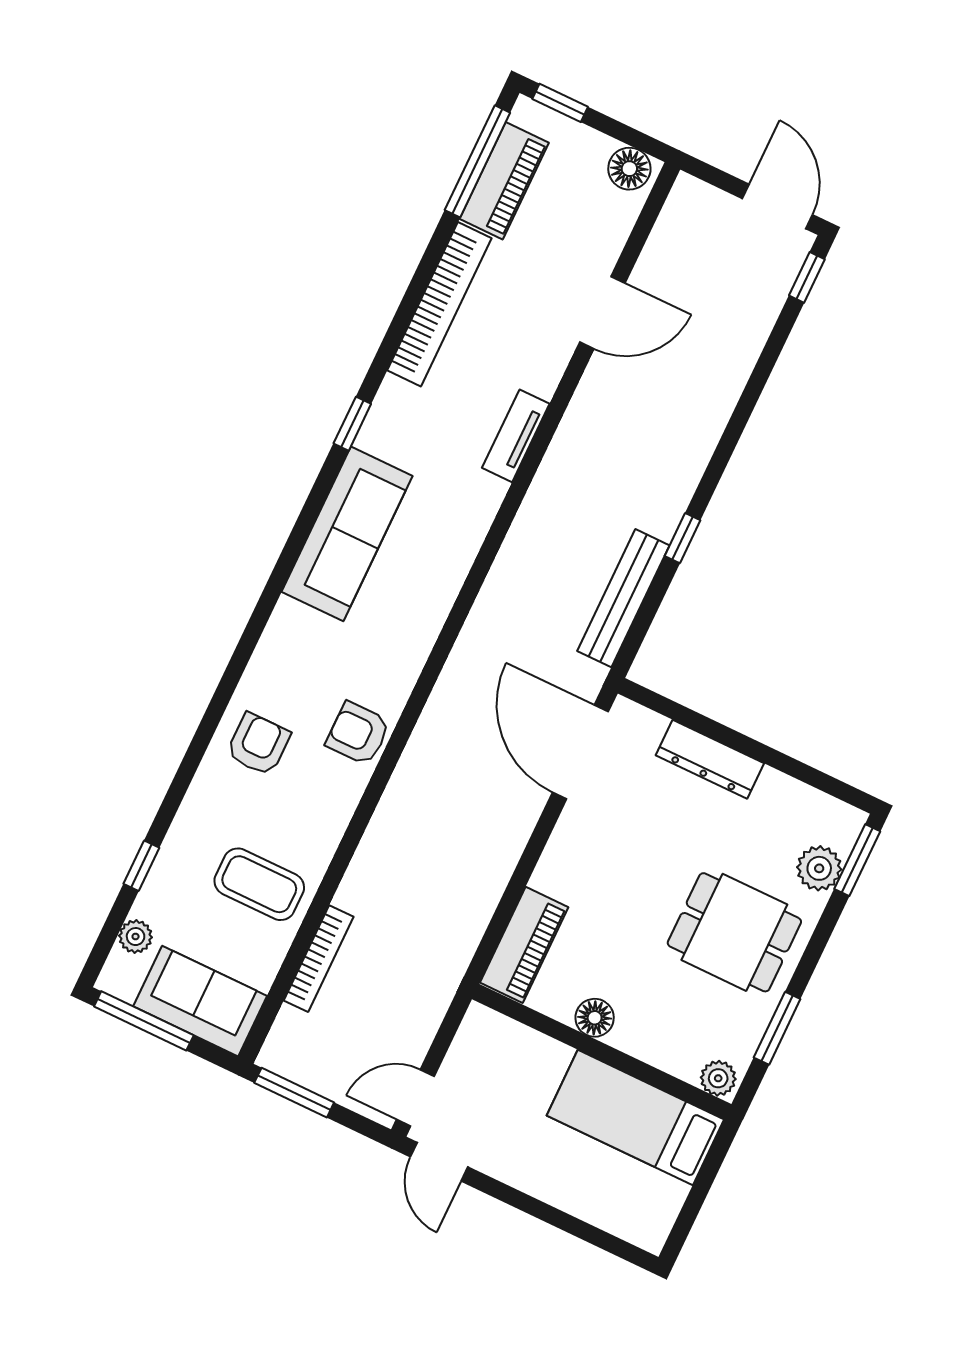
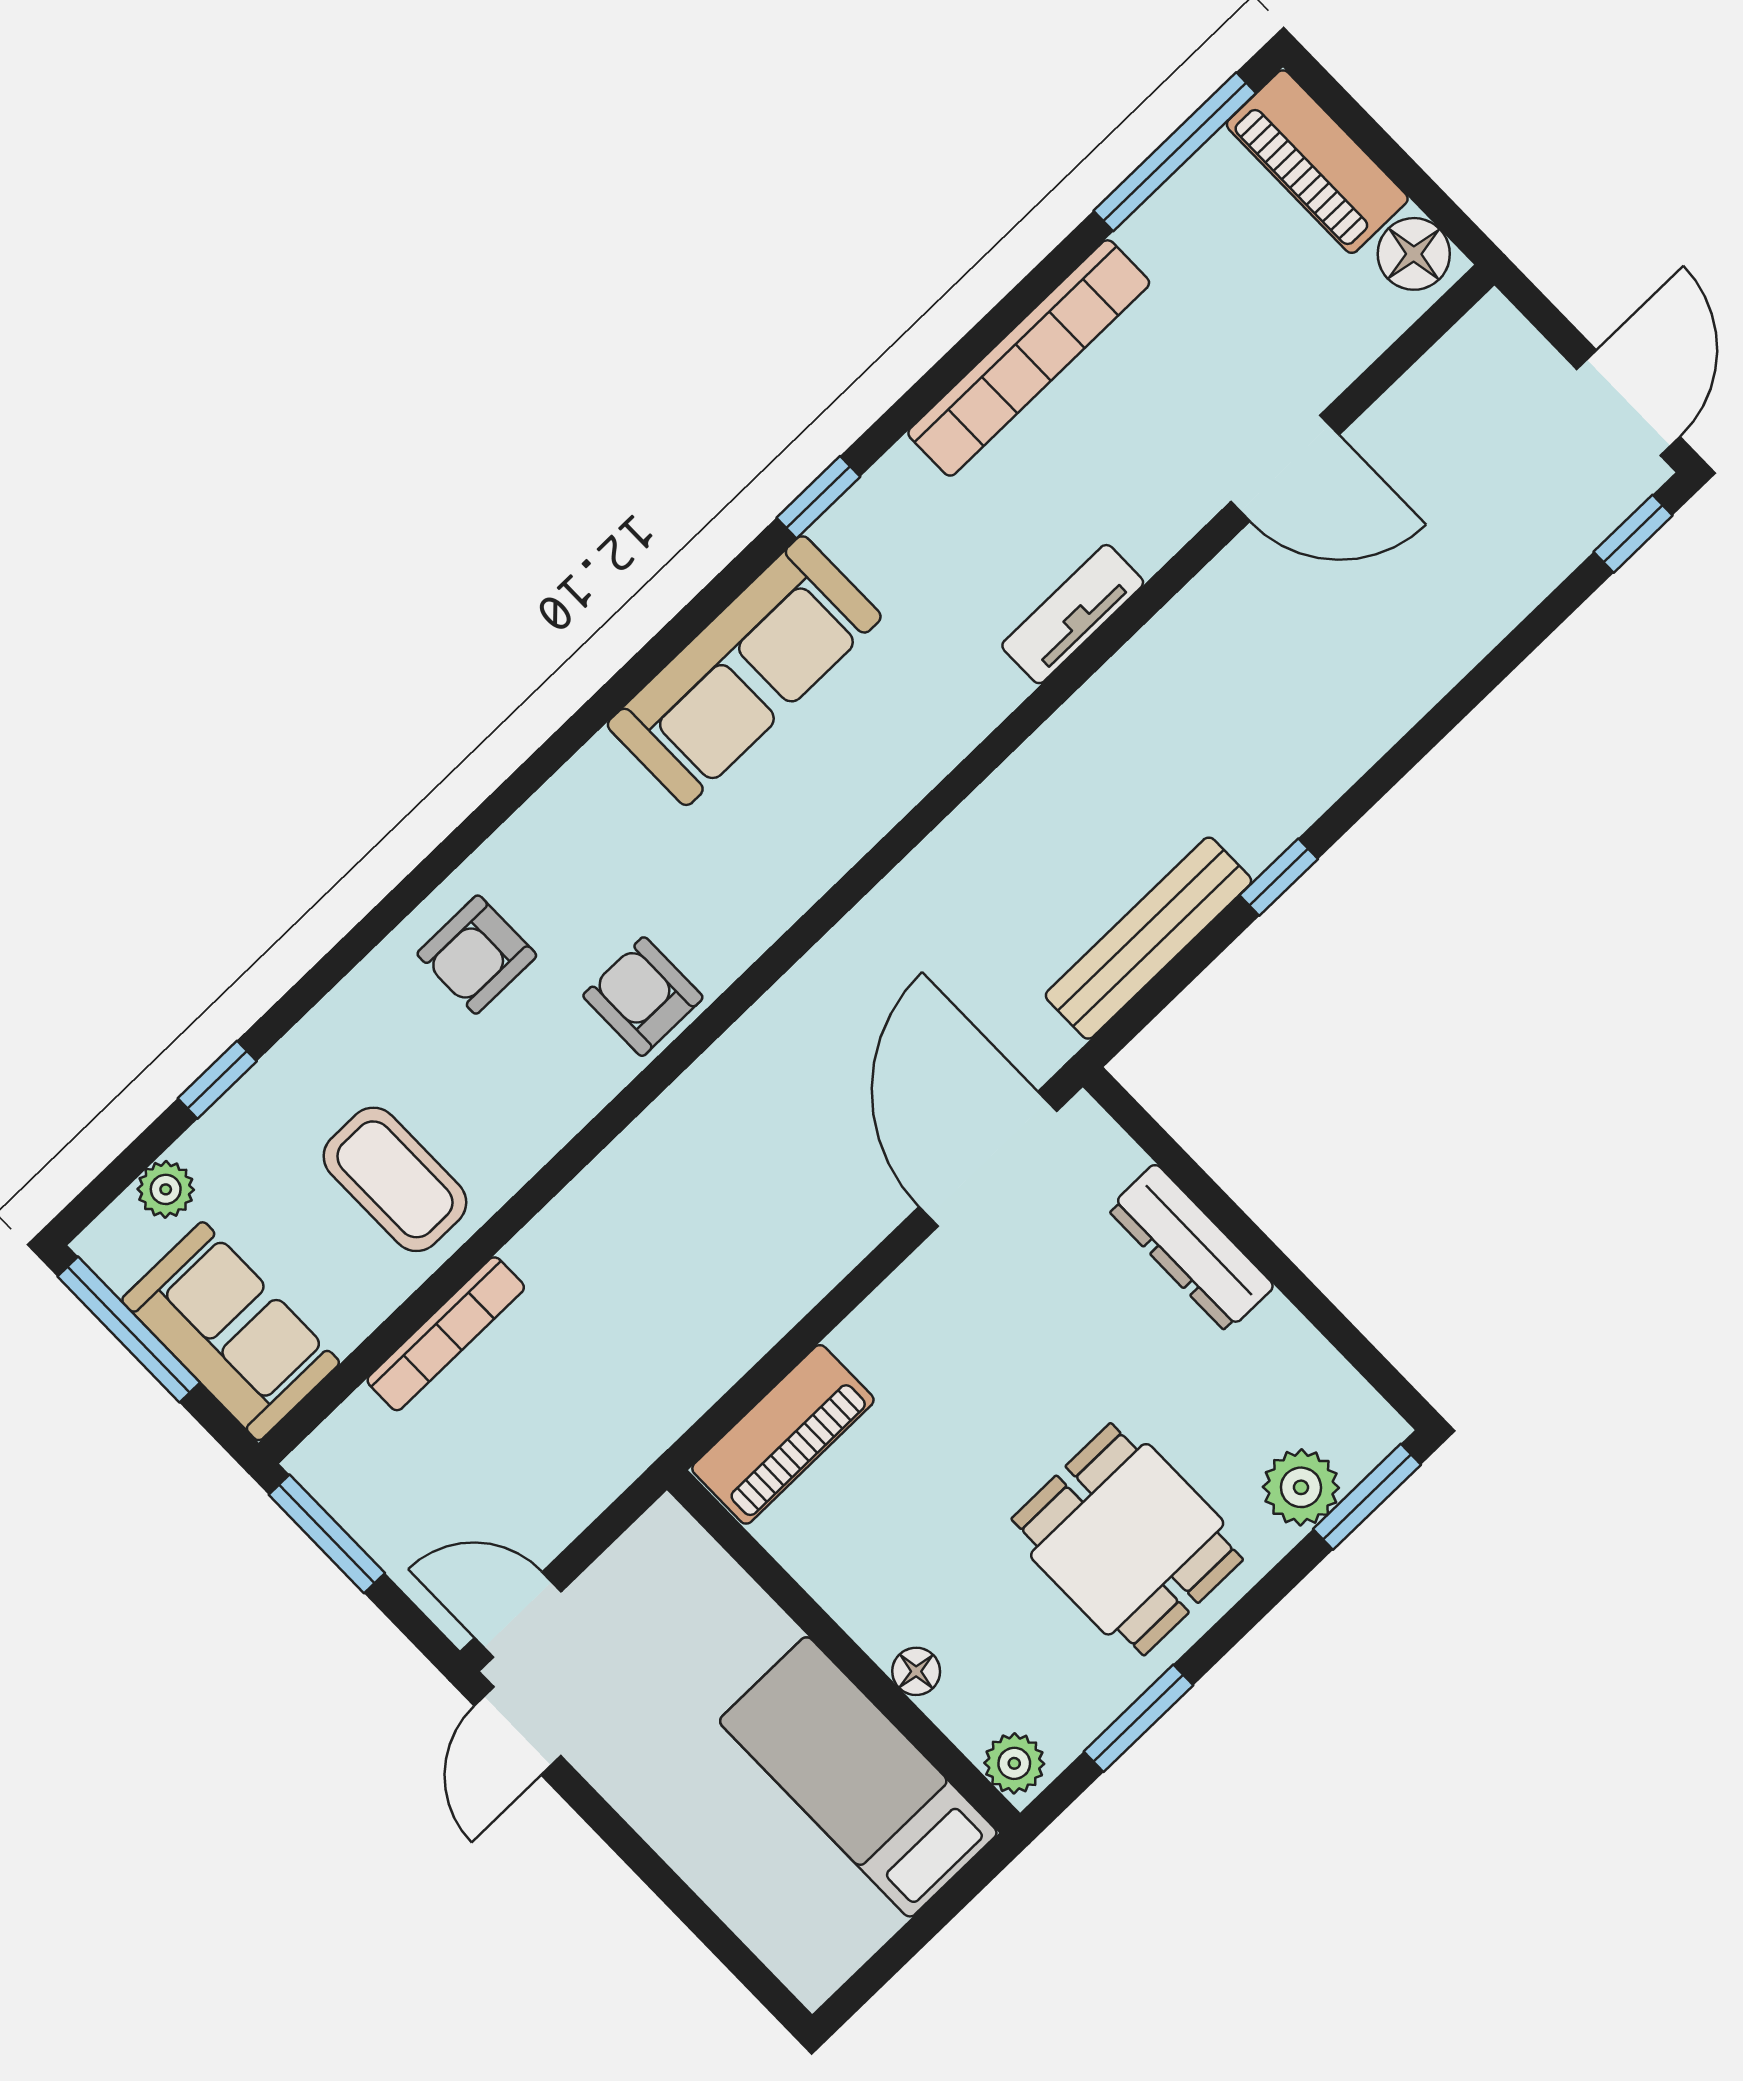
window: (560, 103) -> (1342, 107), removed
piano: (504, 181) -> (1317, 162), moved, turned 90
armchair: (258, 744) -> (477, 955), turned 180
floor lamp: (595, 1018) -> (916, 1671), moved, width x0.73, depth x0.73

